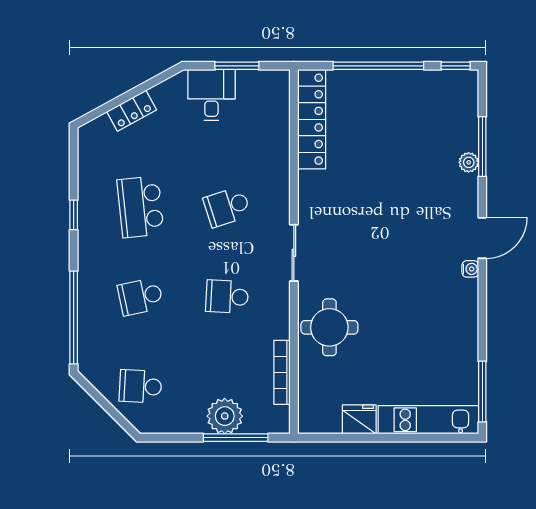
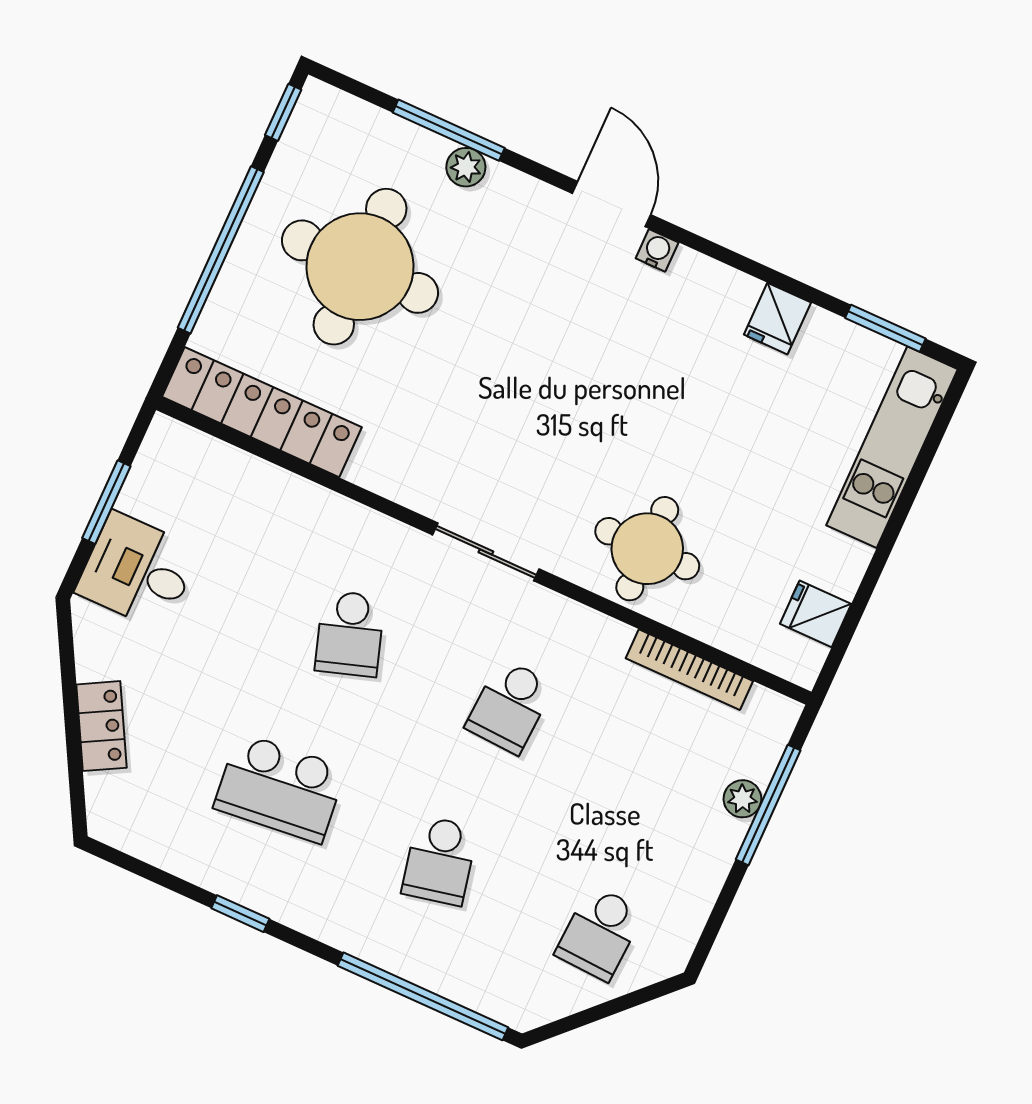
round table: (400, 134) -> (360, 267), added
fridge: (464, 339) -> (777, 319), added
window: (482, 392) -> (885, 328), width x0.69
plant: (225, 416) -> (742, 799), width x0.53, depth x0.53
fridge: (359, 419) -> (816, 614), moved, width x0.72

